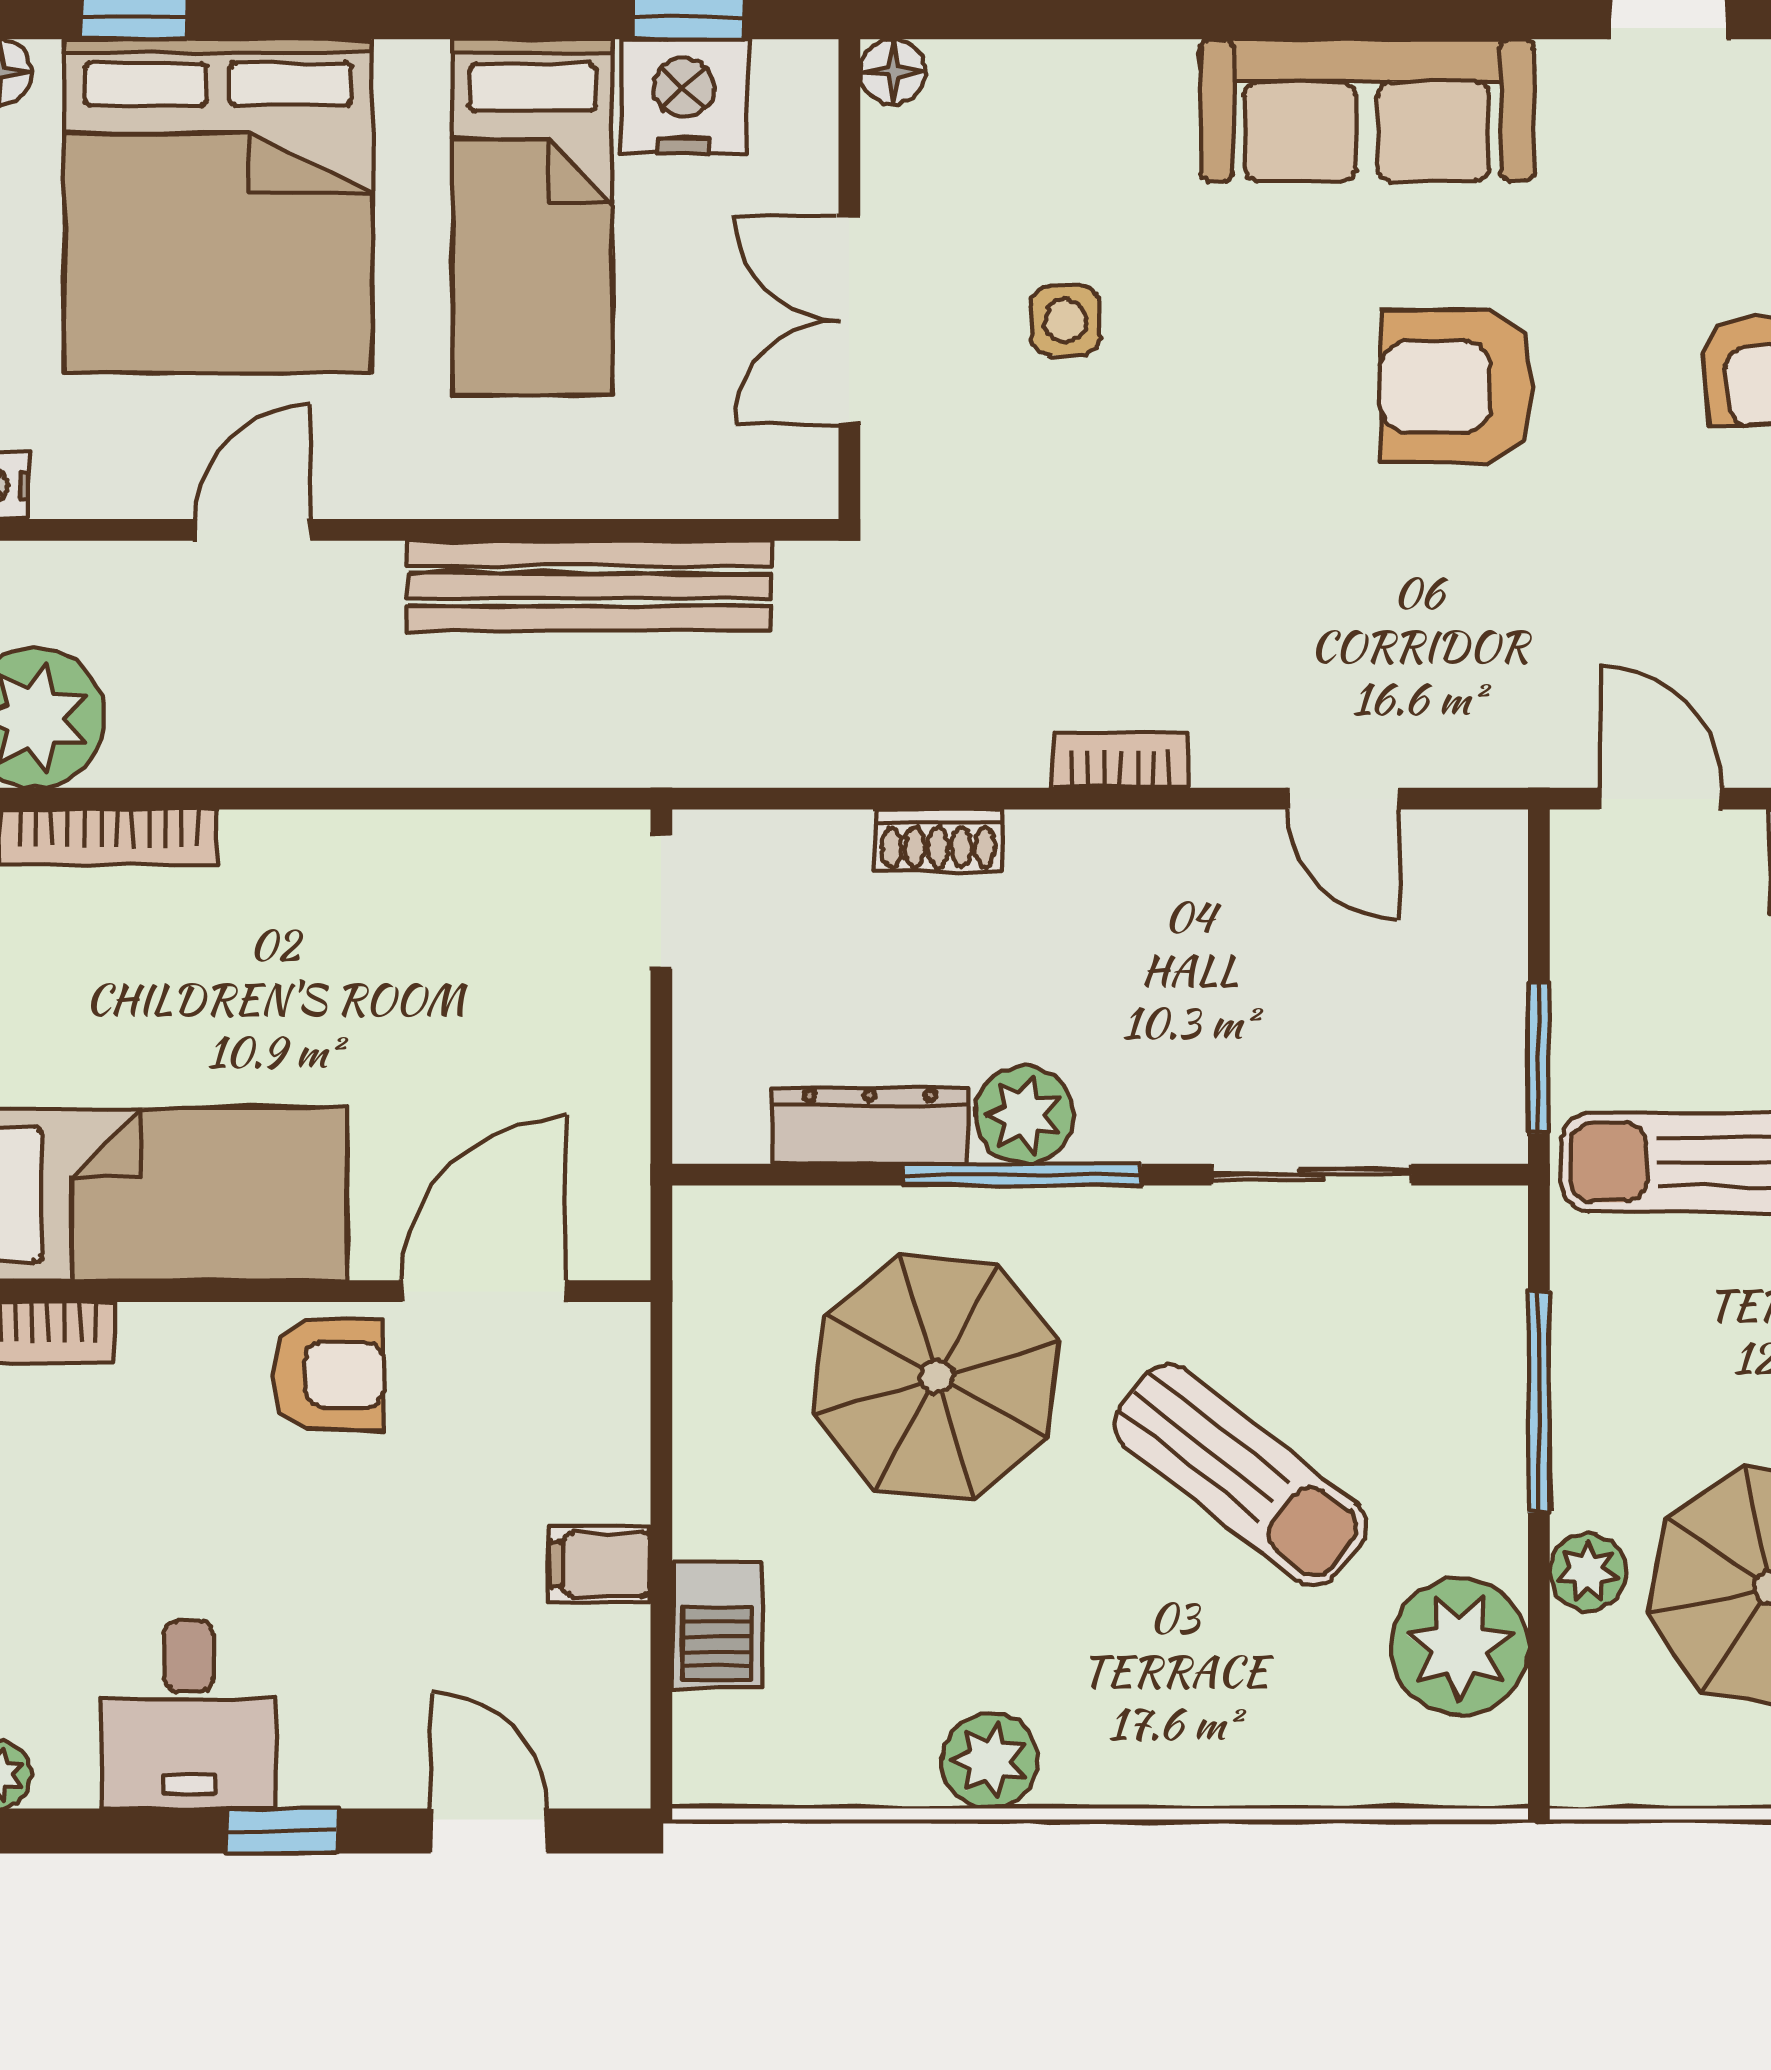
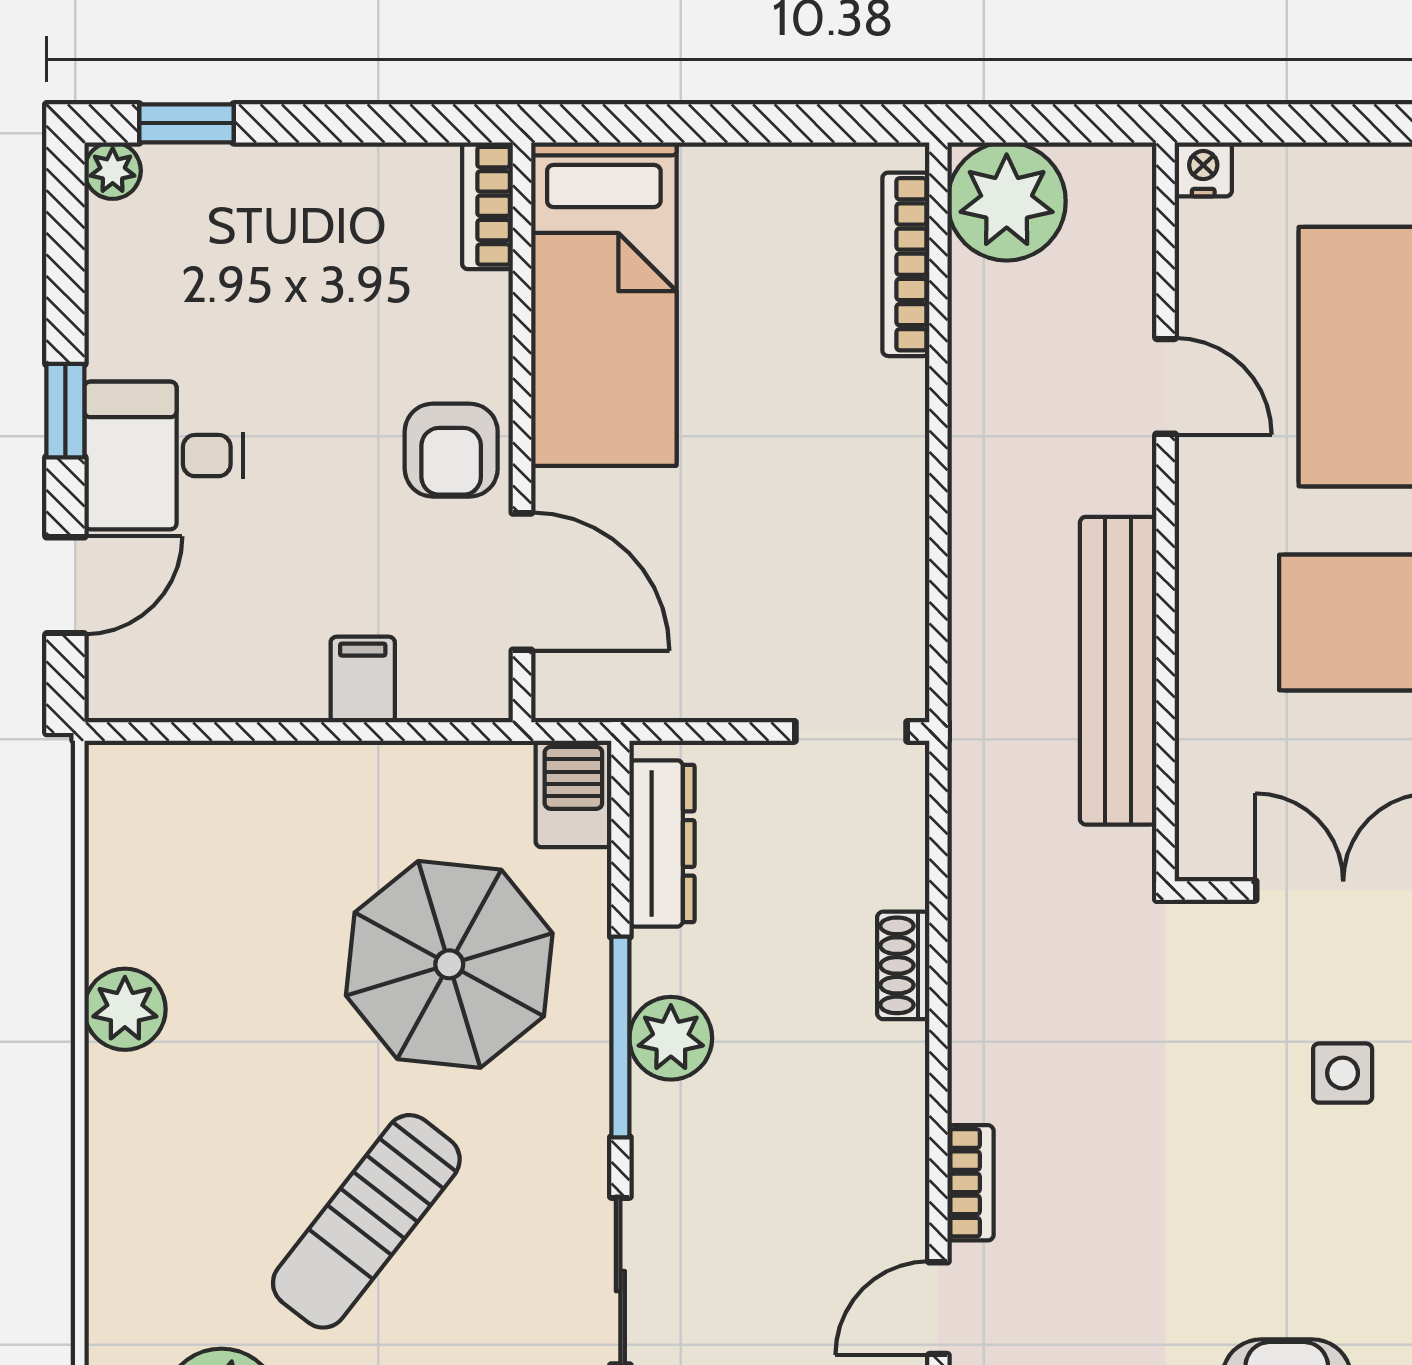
bookcase: (1121, 760) -> (971, 1183), moved
dresser: (870, 1125) -> (662, 843), moved
filing cabinet: (600, 1564) -> (363, 680), moved
barbecue: (717, 1625) -> (573, 794), moved, turned 90
desk: (189, 1715) -> (164, 456), moved

